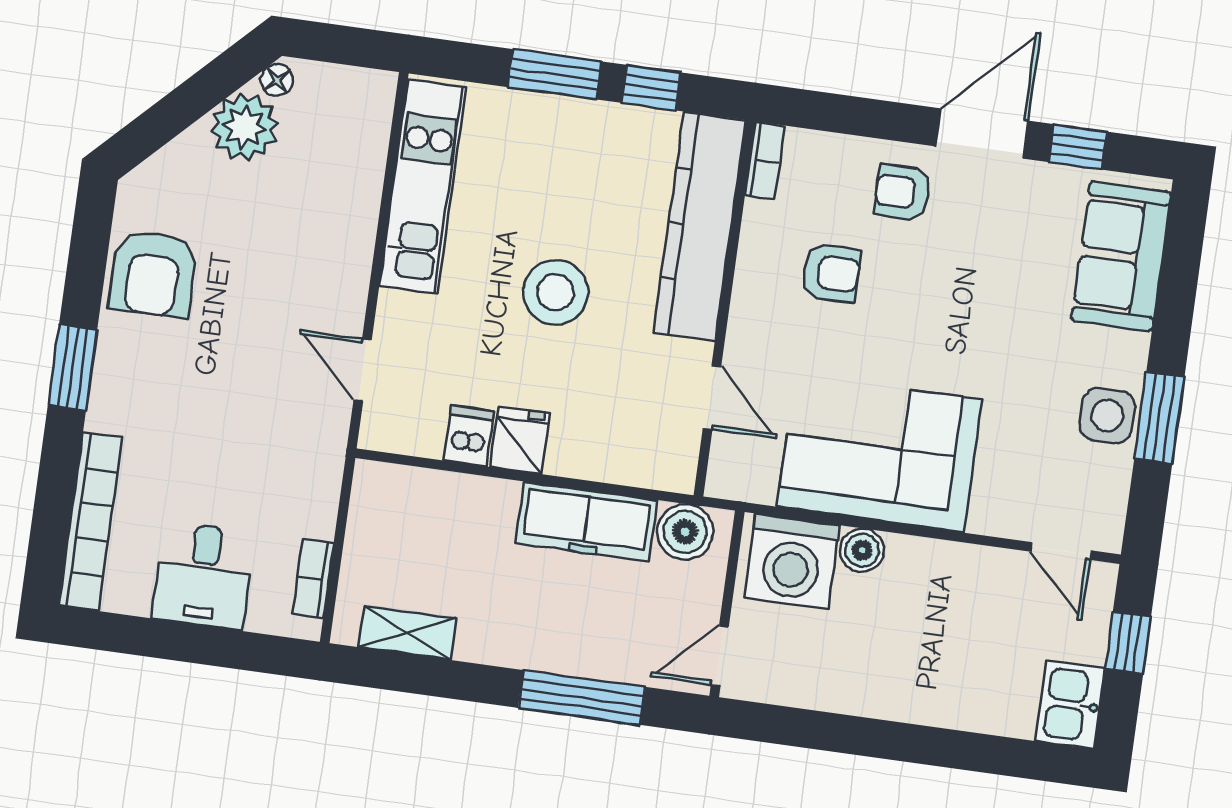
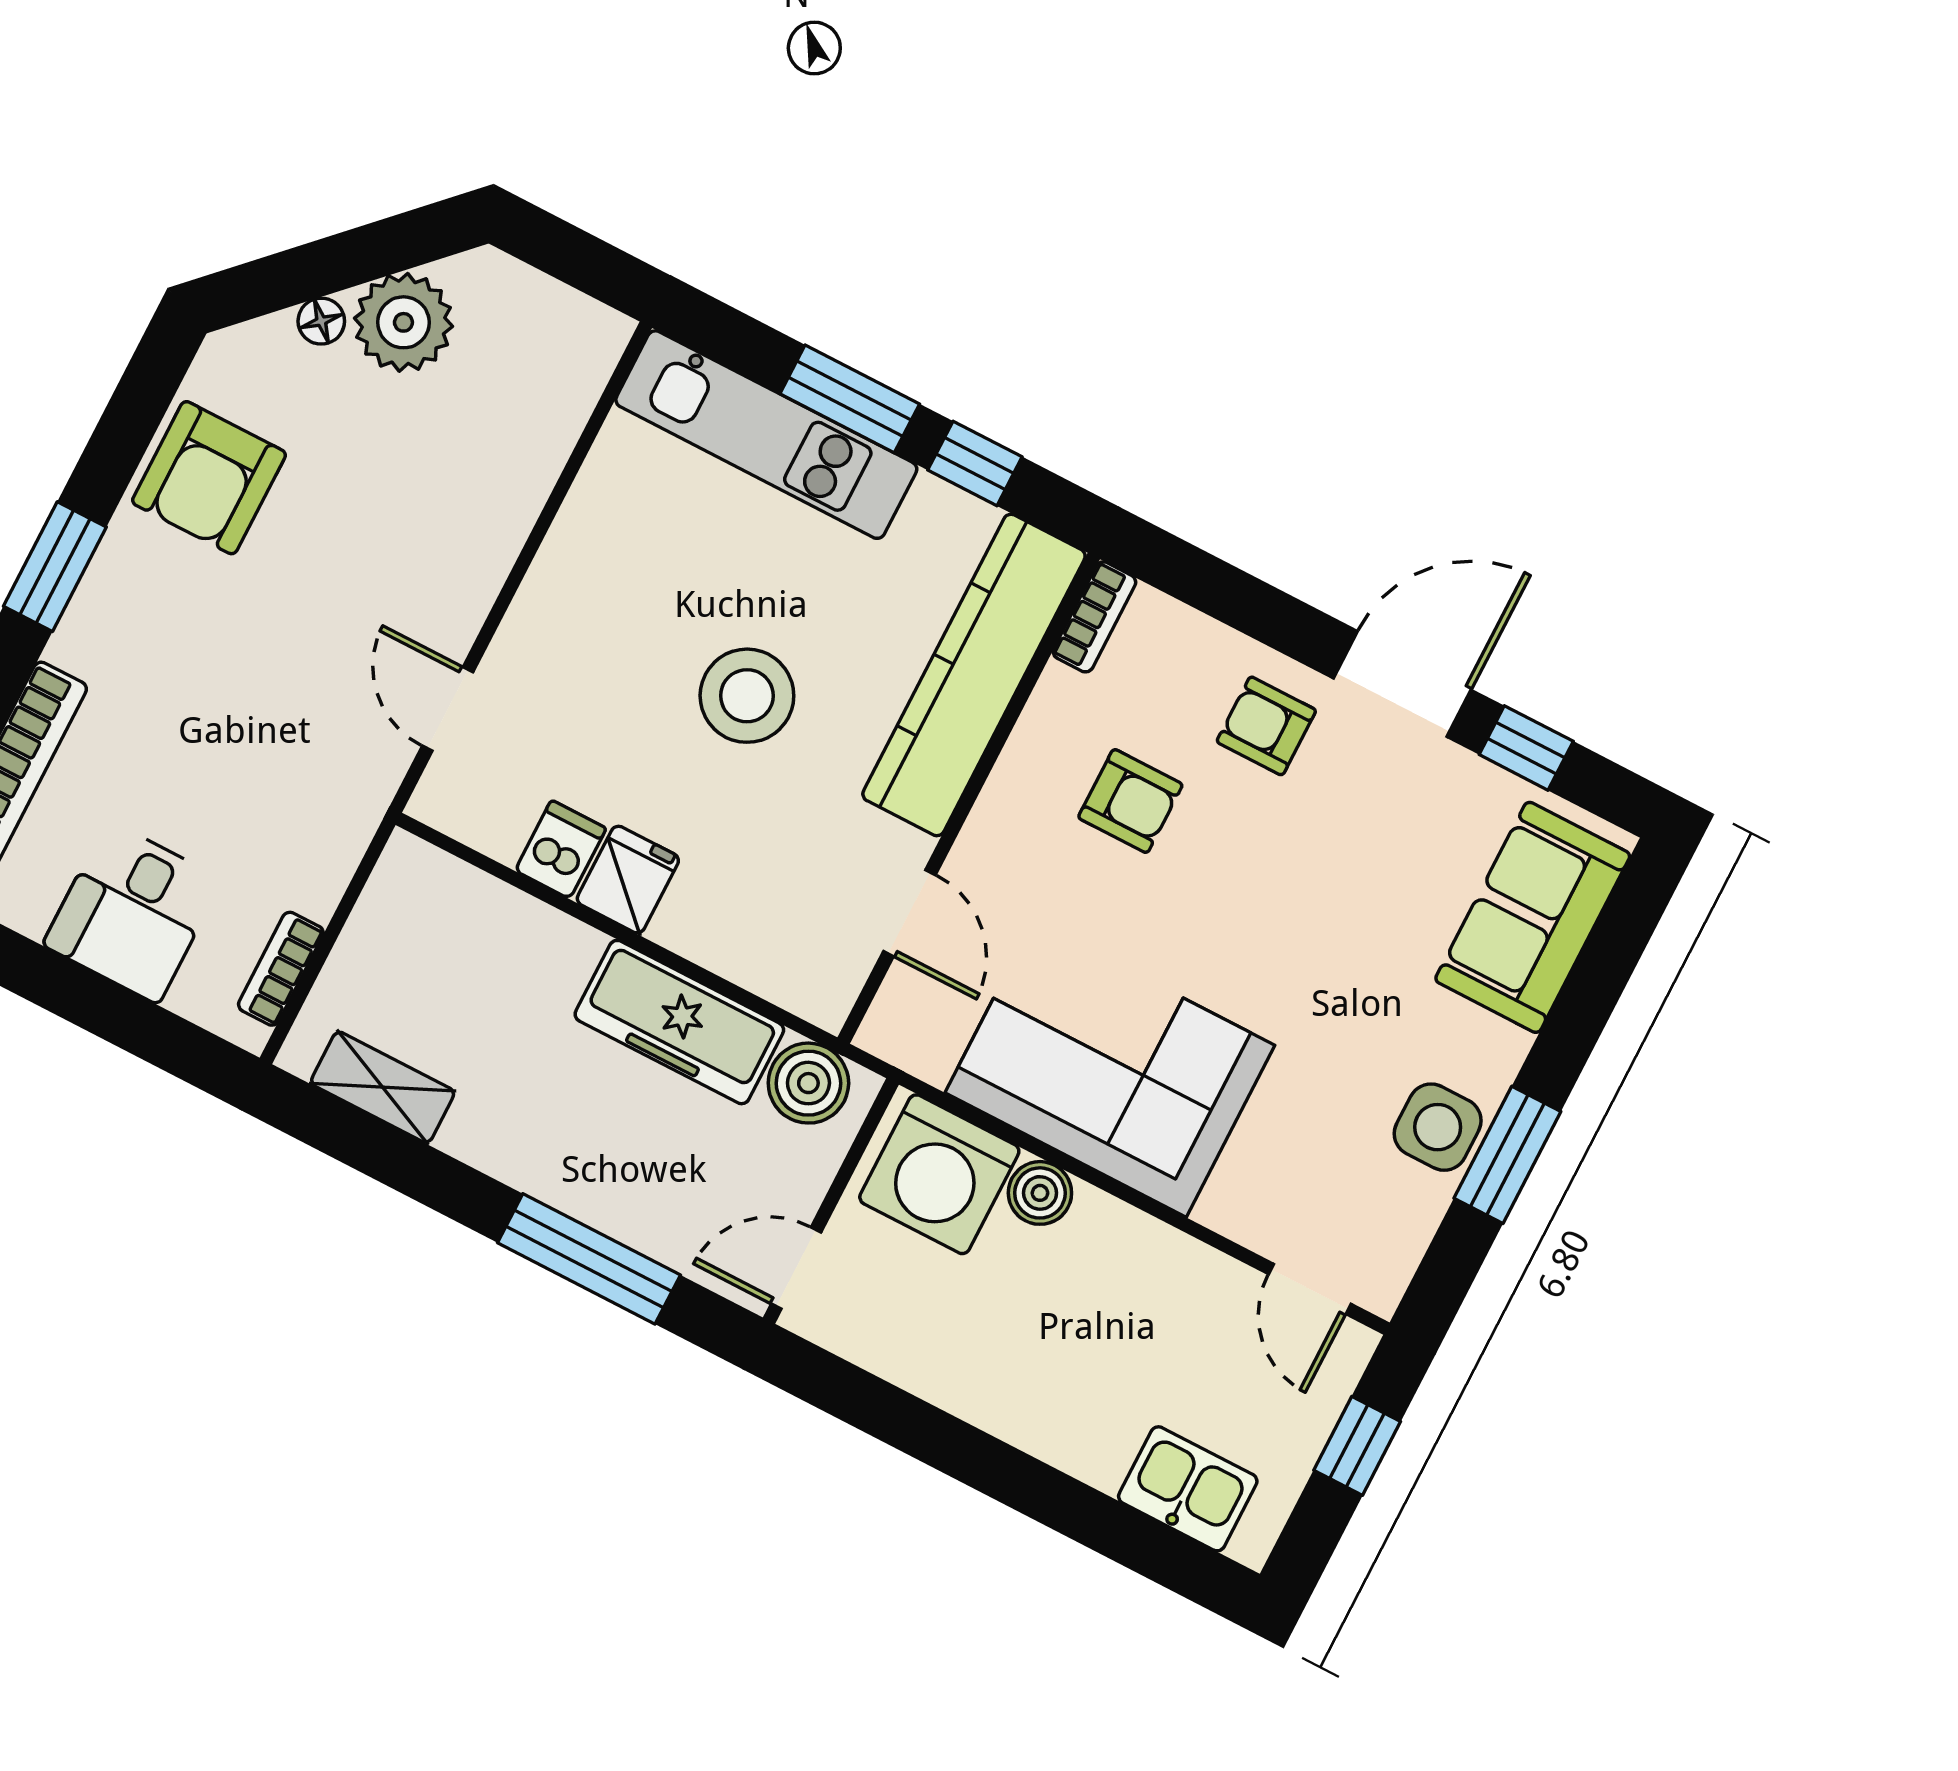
floor lamp: (277, 80) -> (321, 321), moved
kitchen unit: (423, 187) -> (766, 435), moved, turned 90
kitchen sink: (1070, 705) -> (1188, 1489), moved, turned 90

